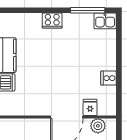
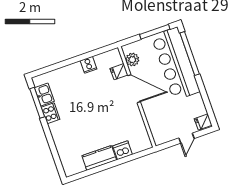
cooker: (52, 21) -> (51, 113), moved
kitchen sink: (105, 21) -> (44, 95), moved

